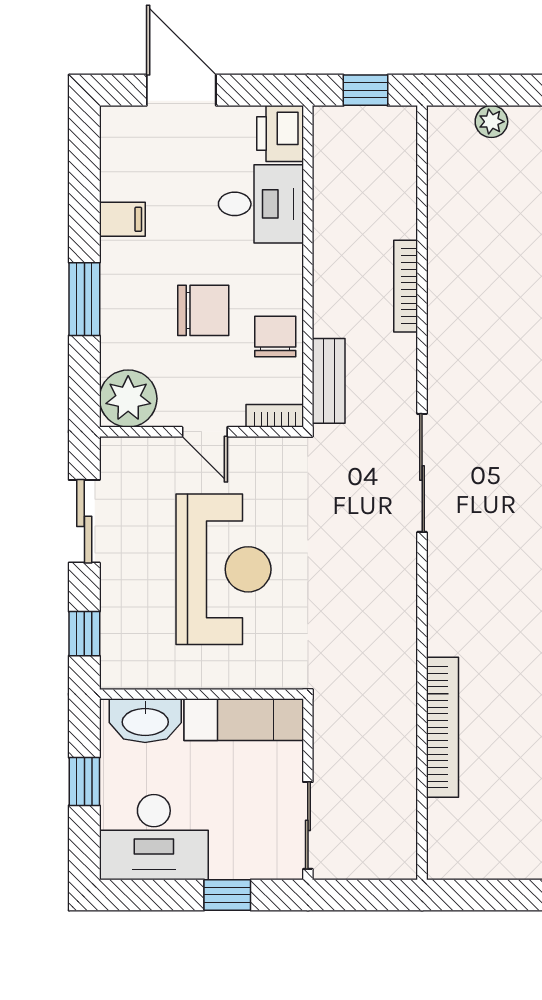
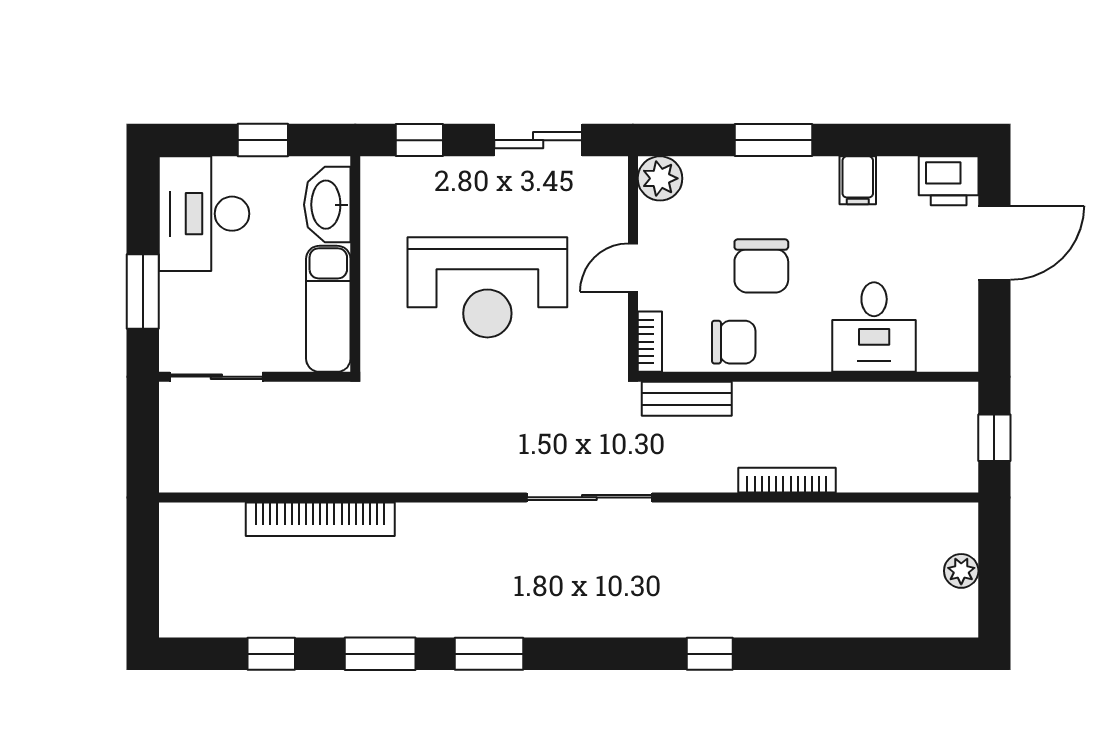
printer: (280, 133) -> (949, 181), moved, turned 180
plant: (128, 399) -> (660, 178), width x0.73, depth x0.73
window: (227, 895) -> (143, 291), width x1.50

